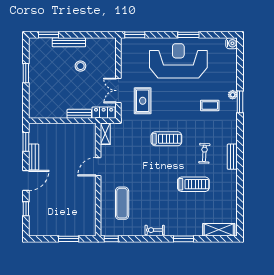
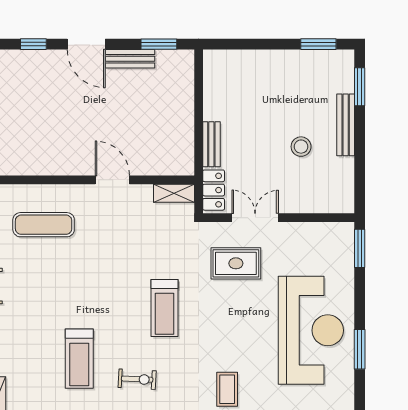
window: (26, 73) -> (318, 44), moved

